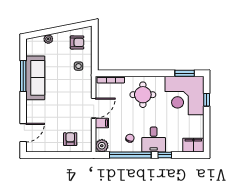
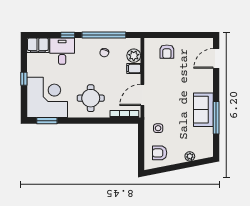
sofa: (35, 78) -> (203, 110), width x0.73
window: (207, 100) -> (24, 79), moved
door: (94, 108) -> (142, 95), moved
desk: (154, 140) -> (62, 51), moved
plant: (102, 146) -> (134, 56), moved

